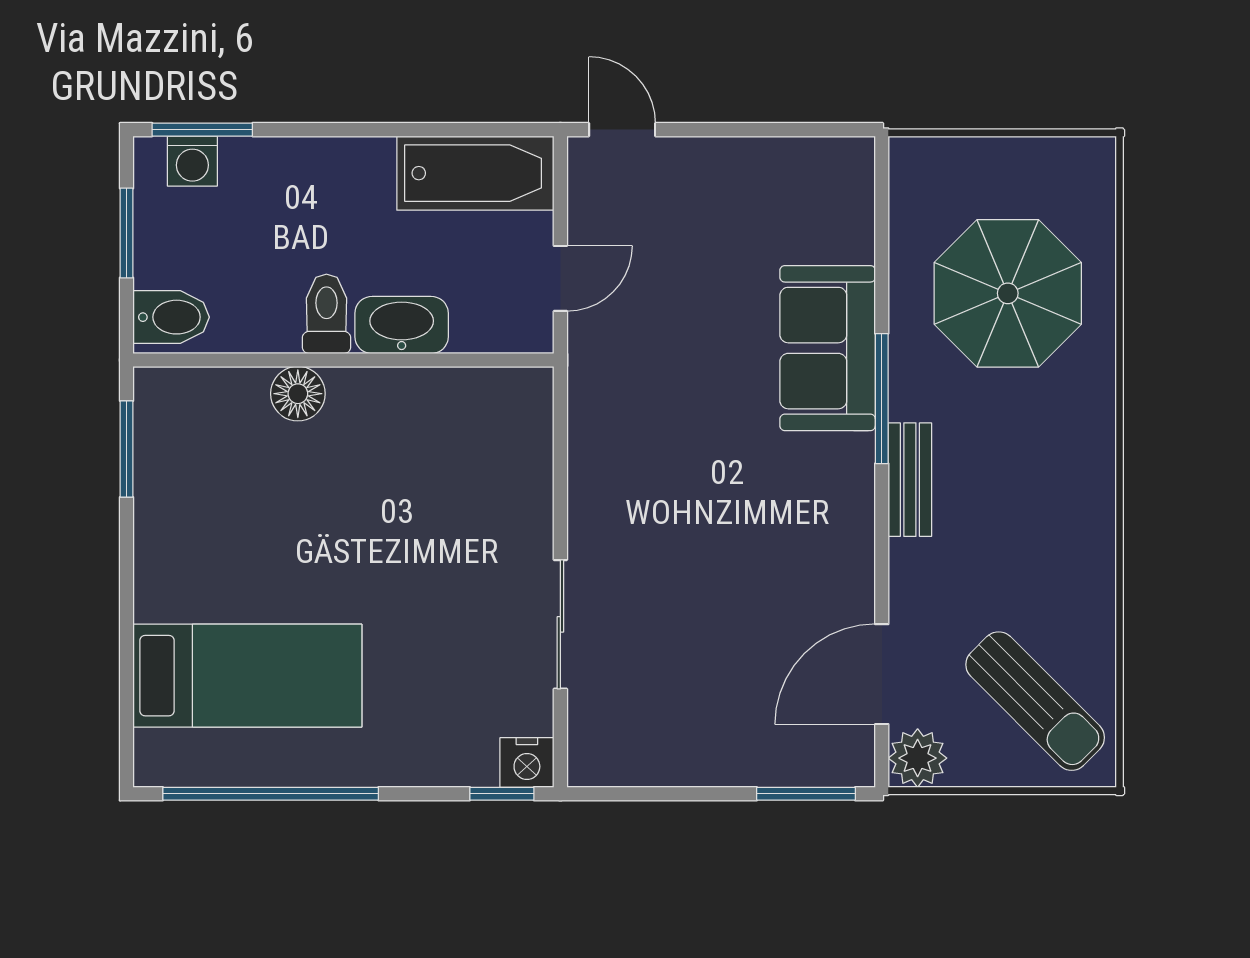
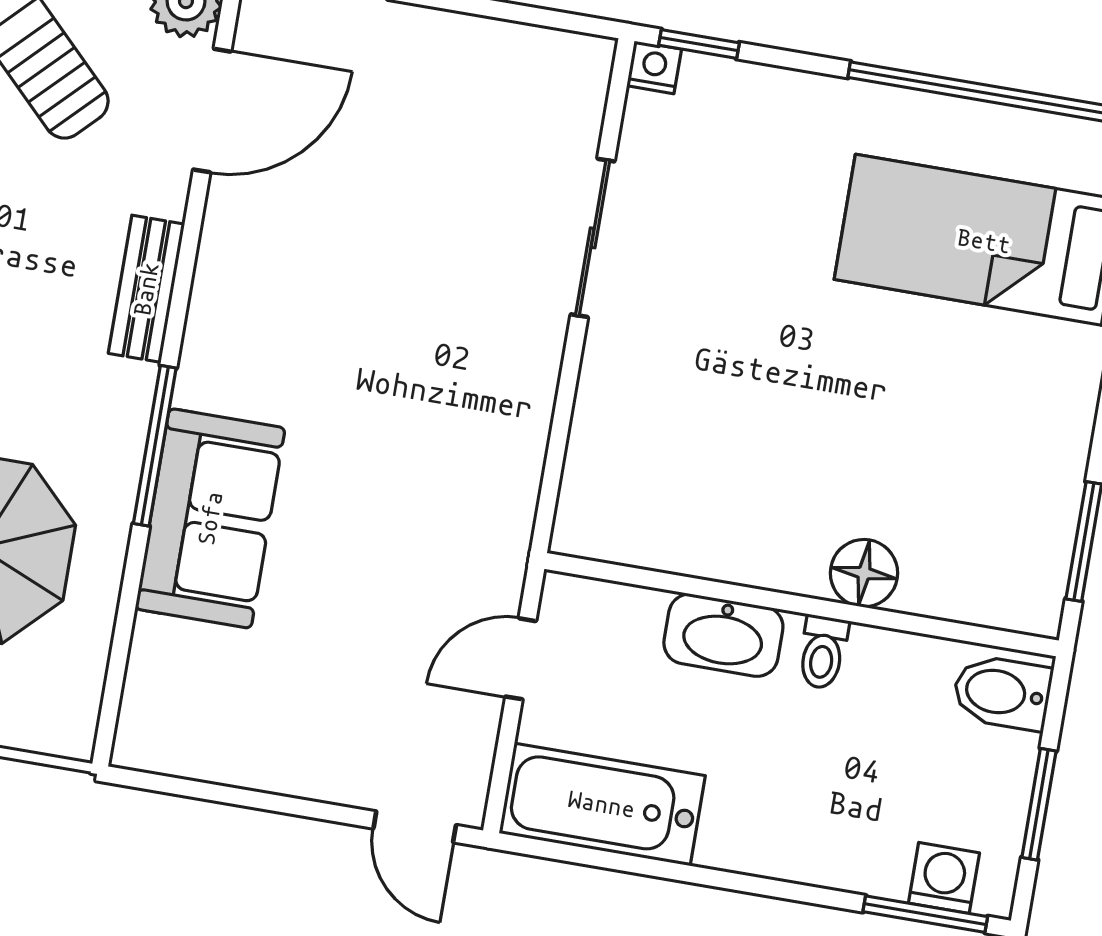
toilet: (326, 314) -> (823, 652), width x0.73, depth x0.72
bench: (910, 480) -> (146, 289), moved
nightstand: (527, 763) -> (654, 67), width x0.72, depth x0.74

